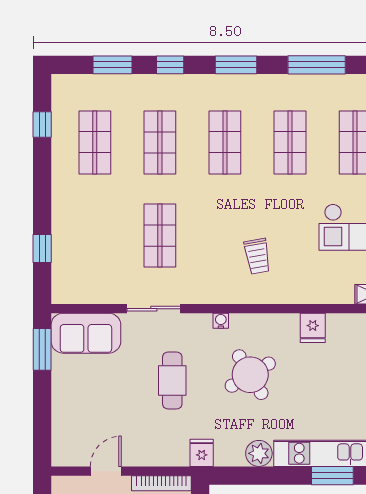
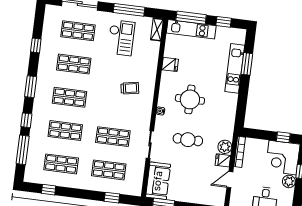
window: (113, 65) -> (23, 150), width x1.44
window: (317, 65) -> (36, 45), width x0.46
shop shelf: (95, 235) -> (109, 170), added
round table: (250, 375) -> (190, 99), turned 31
fridge: (202, 453) -> (223, 160), moved
plant: (259, 453) -> (225, 147), moved
door: (106, 471) -> (230, 180), hinge flipped

